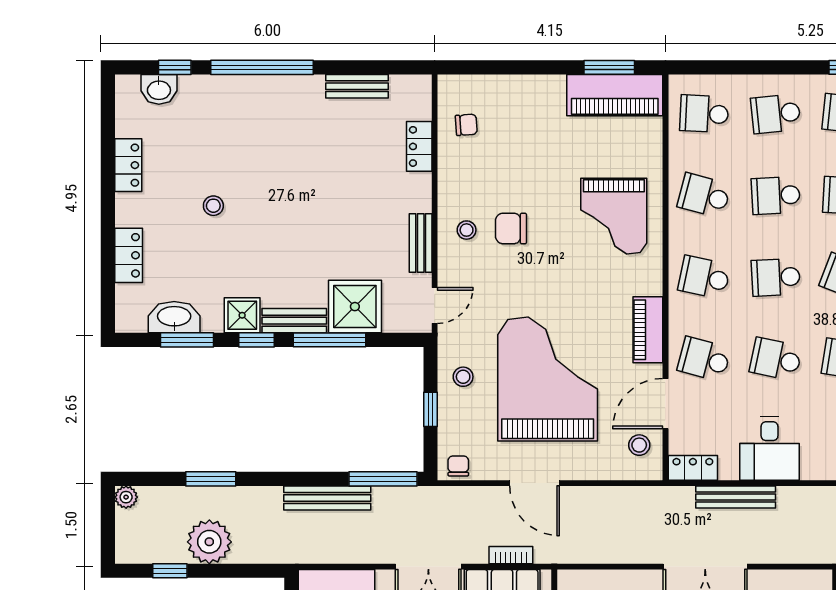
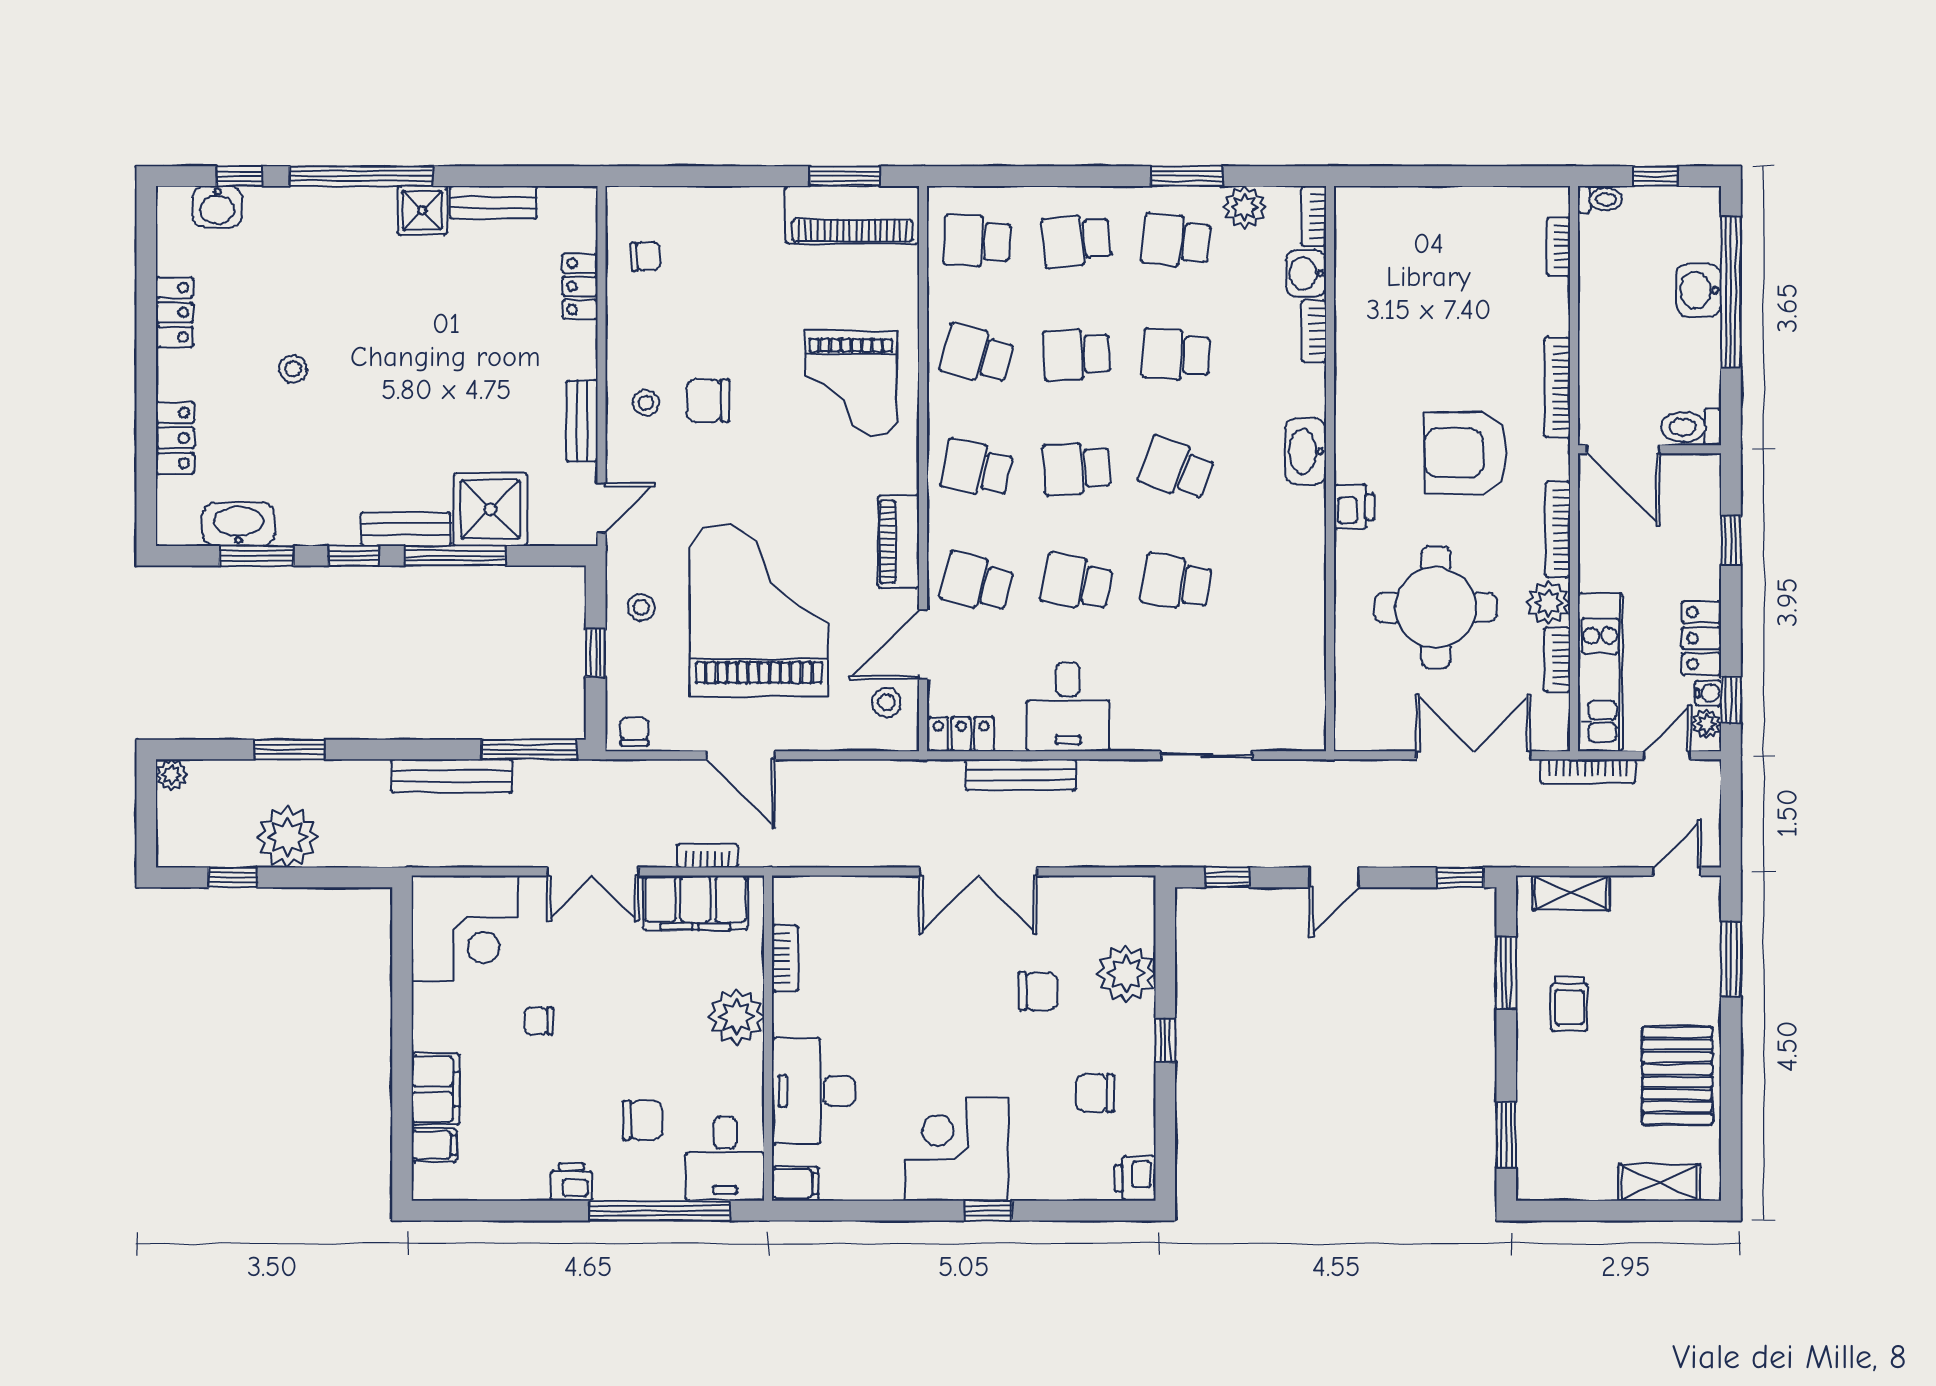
shower: (242, 315) -> (422, 210), moved

